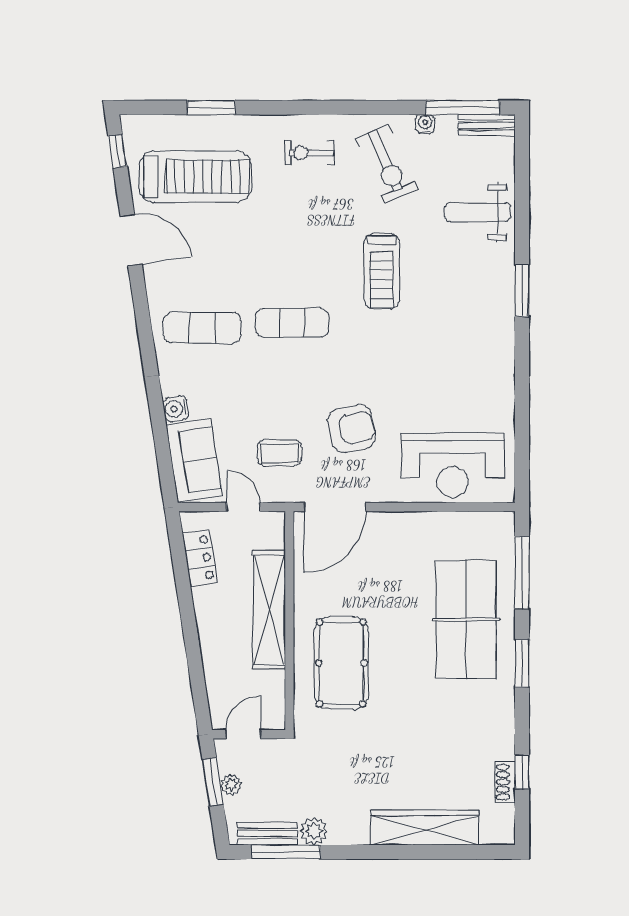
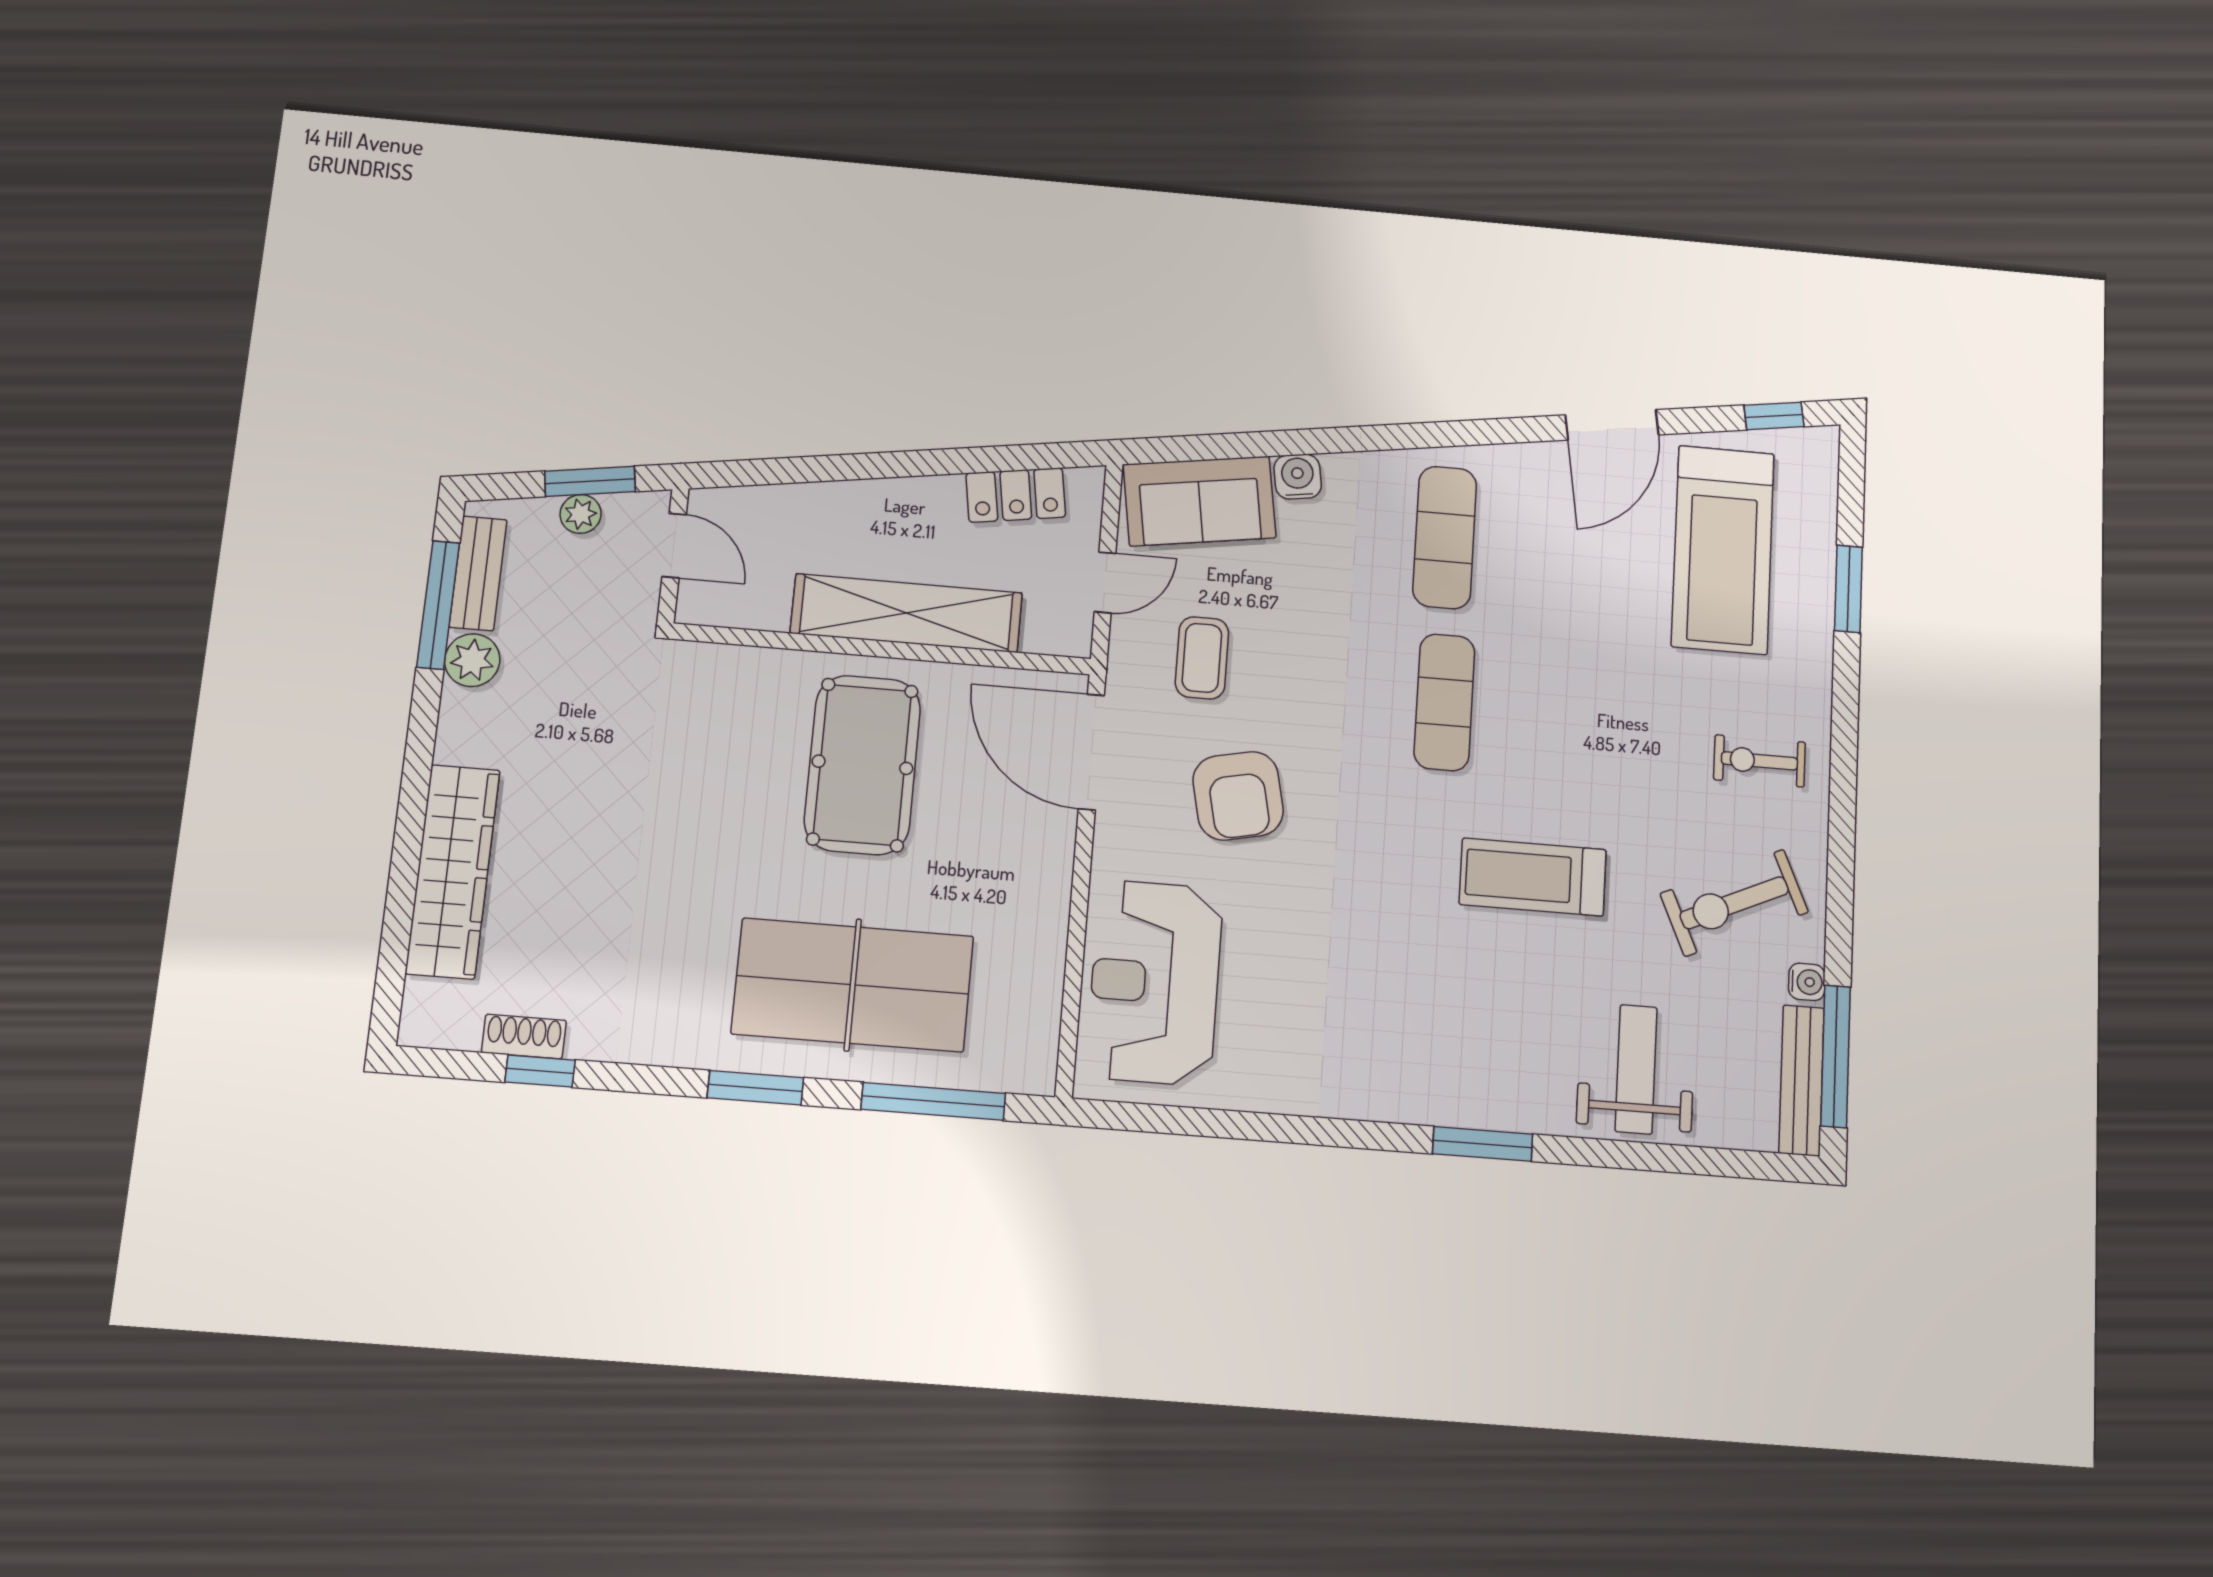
bench: (487, 125) -> (1802, 1080), width x1.36
exercise bike: (309, 153) -> (1759, 761), turned -90
pool table: (341, 663) -> (862, 765), moved, turned 90

